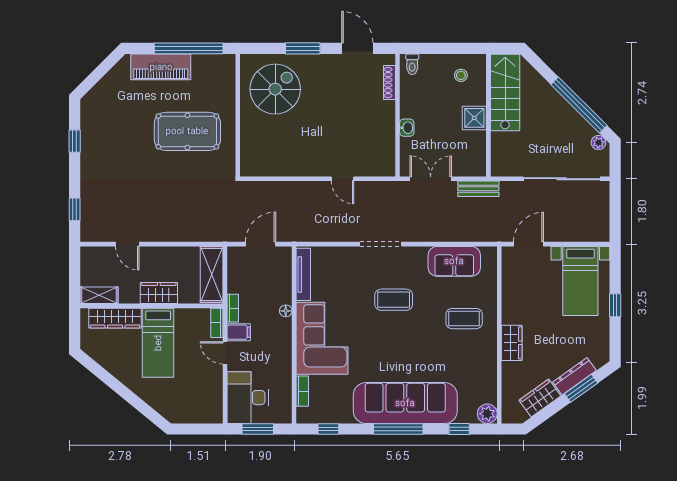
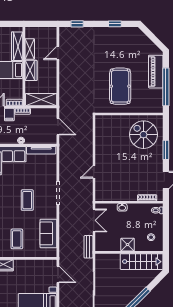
spiral stairs: (275, 89) -> (143, 135), turned 180
shelving: (99, 295) -> (30, 49), moved

